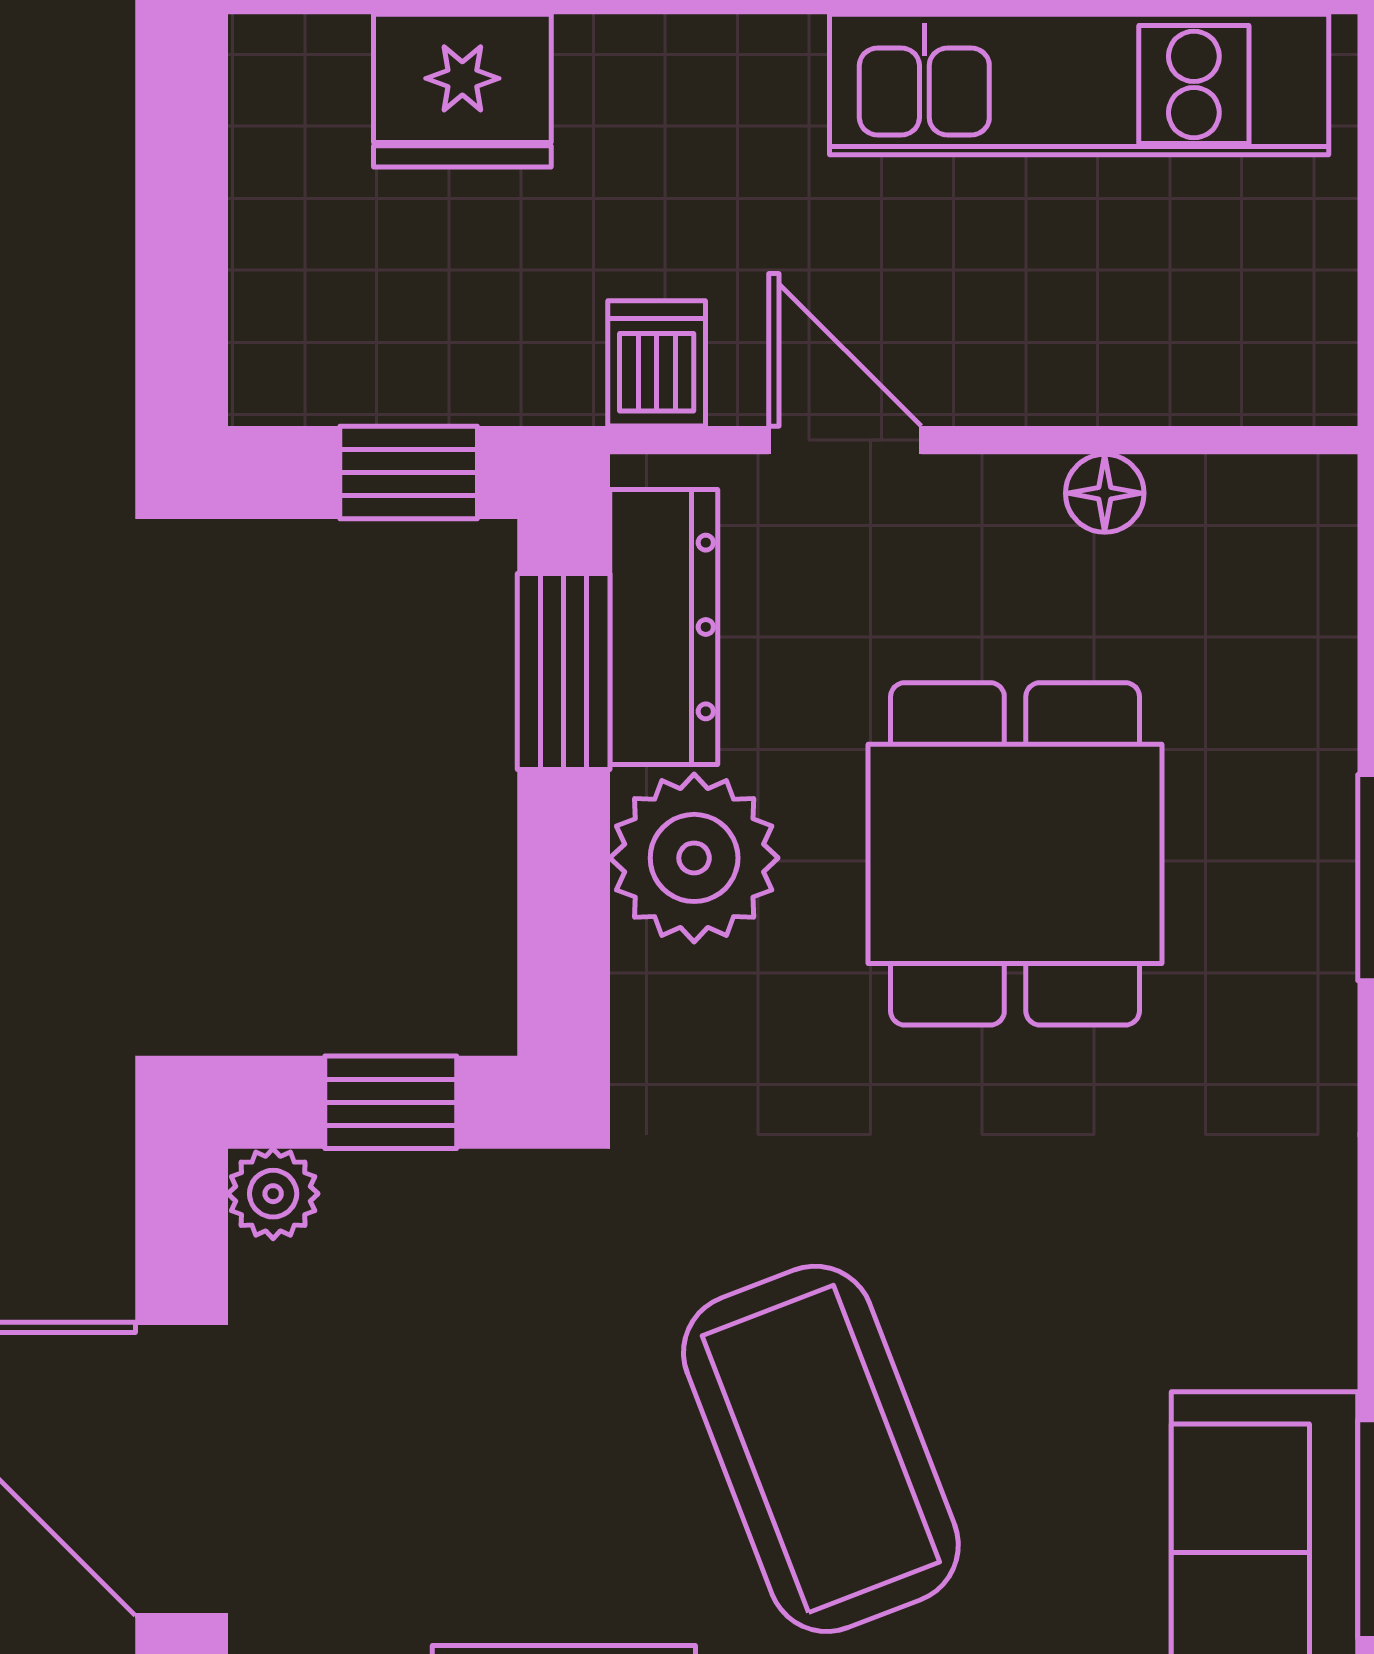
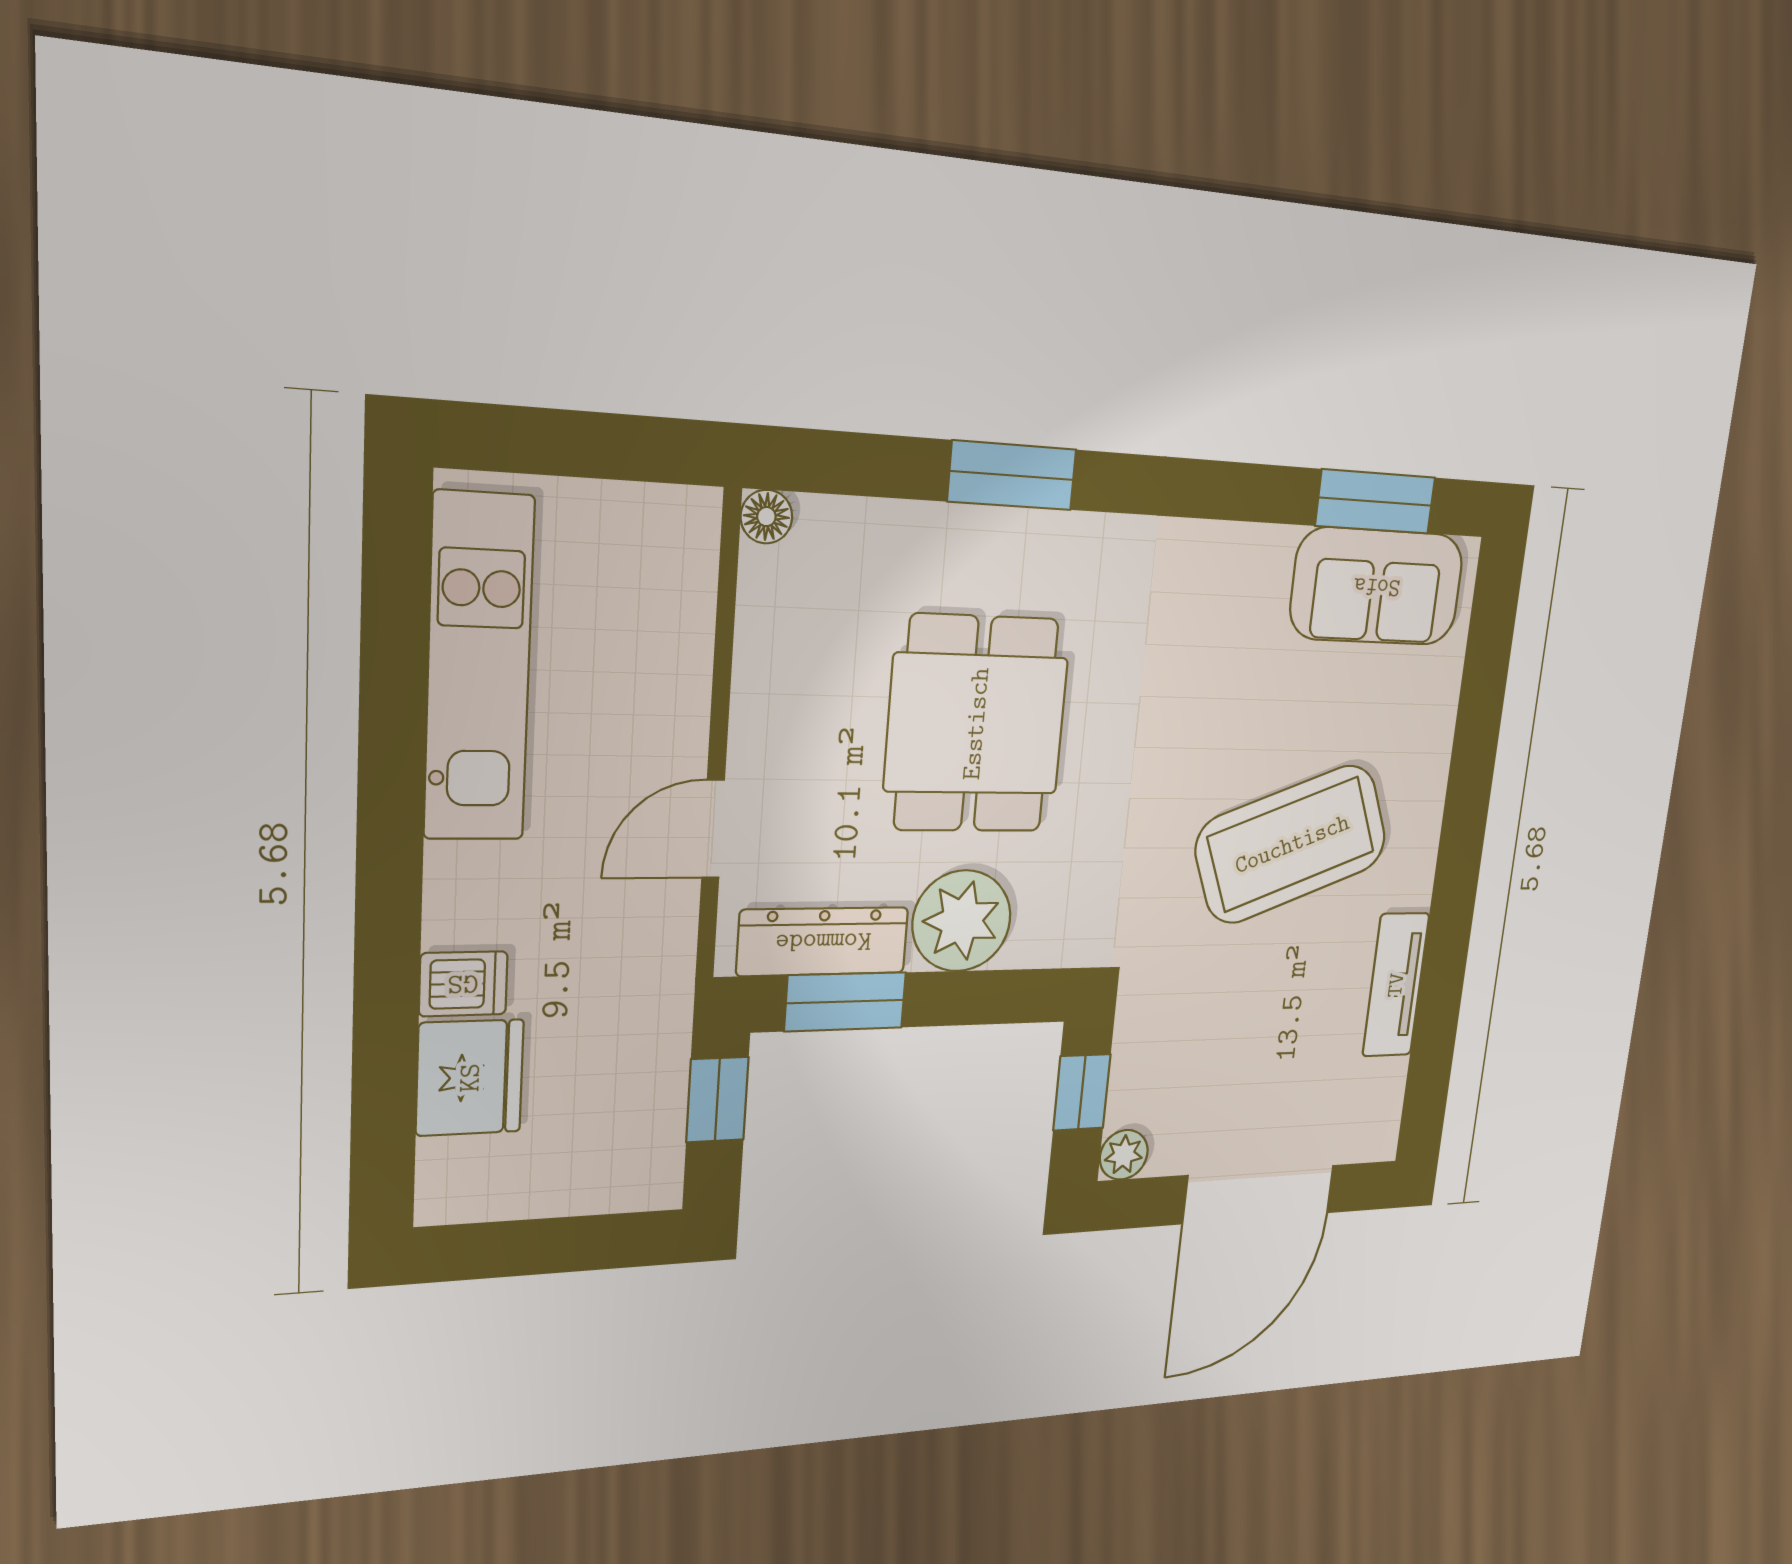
dishwasher: (657, 363) -> (463, 984), moved, turned 180
floor lamp: (1105, 493) -> (766, 517), moved
dining table: (1015, 854) -> (976, 724), turned 90

